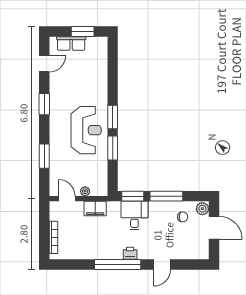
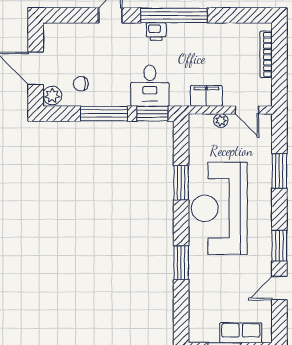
door: (44, 64) -> (279, 288), moved
window: (113, 117) -> (181, 263), moved
reception desk: (86, 130) -> (219, 208), width x1.36, depth x1.30

